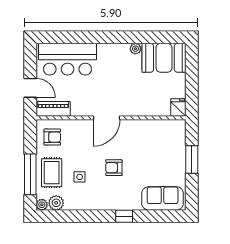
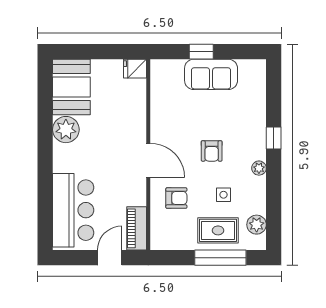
plant: (135, 49) -> (66, 130), width x1.87, depth x1.87
armchair: (52, 137) -> (176, 198), moved, turned 90
window: (192, 159) -> (201, 52), width x0.67
sofa: (163, 198) -> (211, 74), moved, turned -90
plant: (42, 205) -> (259, 168), moved

